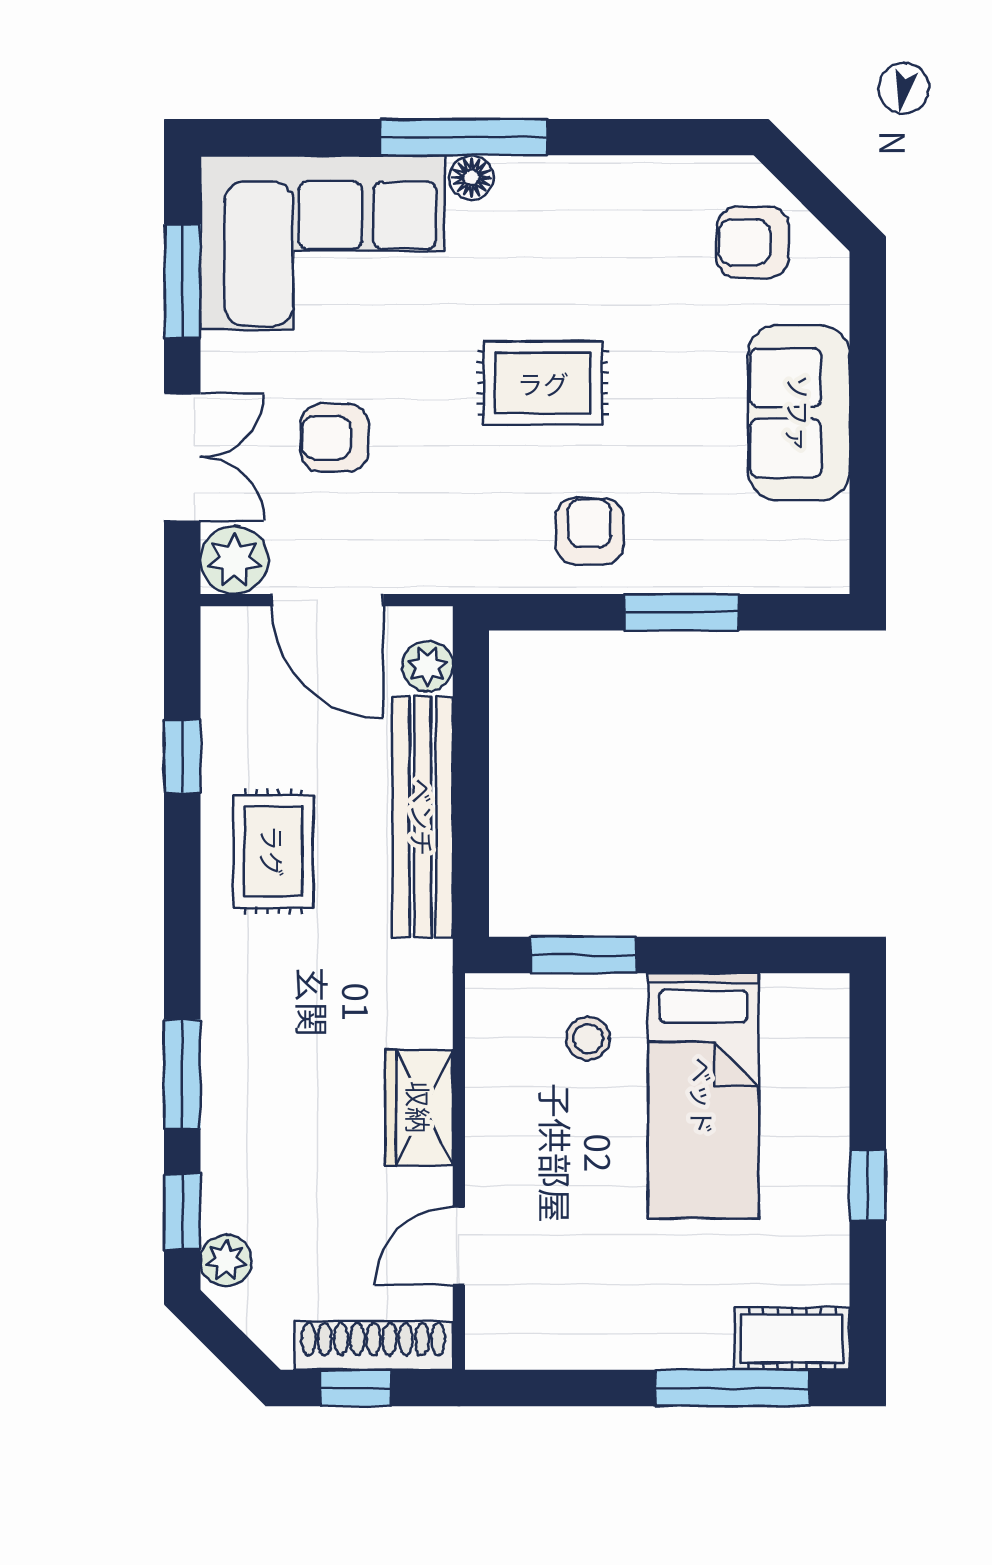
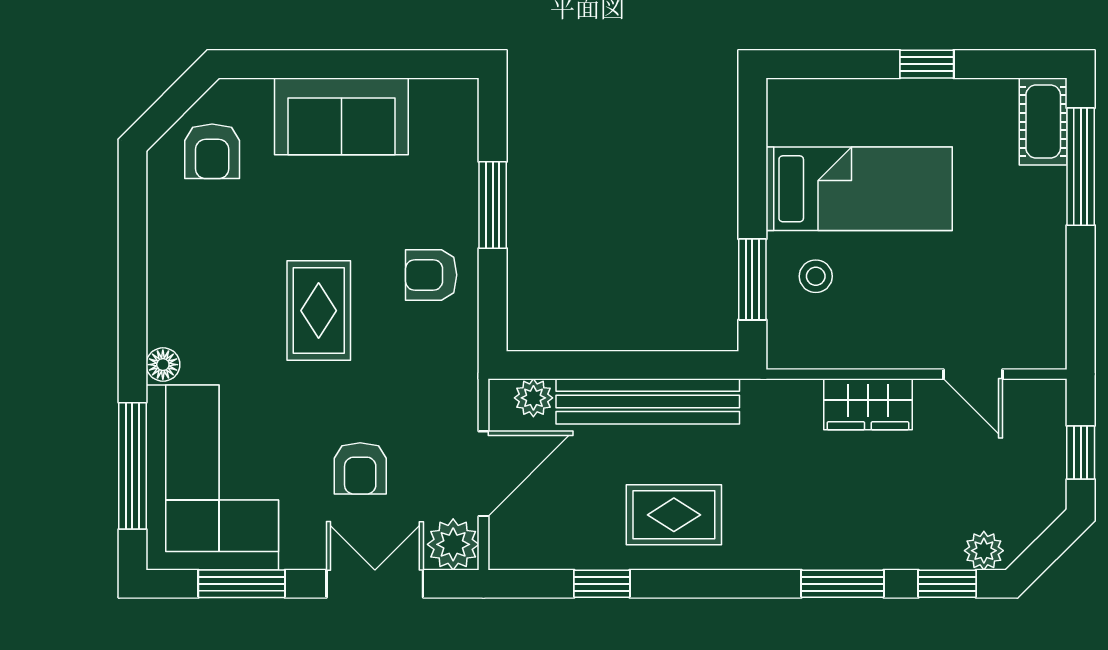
window: (464, 137) -> (132, 466), moved
shoe rack: (373, 1345) -> (1048, 439), removed

